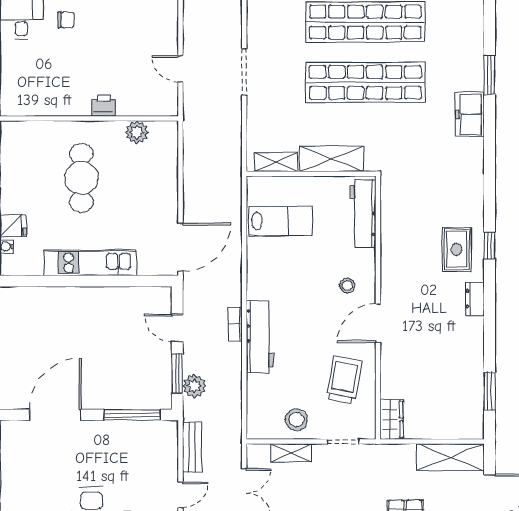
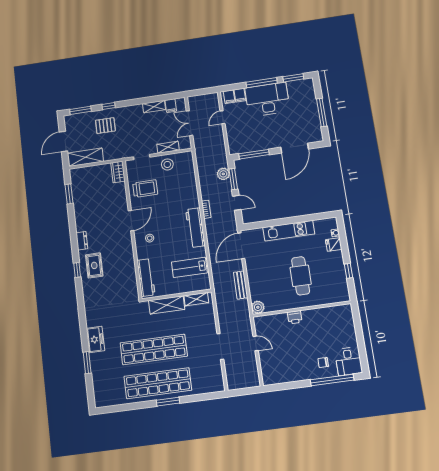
plant: (137, 132) -> (258, 307), moved
workbench: (260, 337) -> (195, 228), moved
trolley: (344, 380) -> (145, 189), turned -101
bench: (192, 447) -> (241, 285), moved

